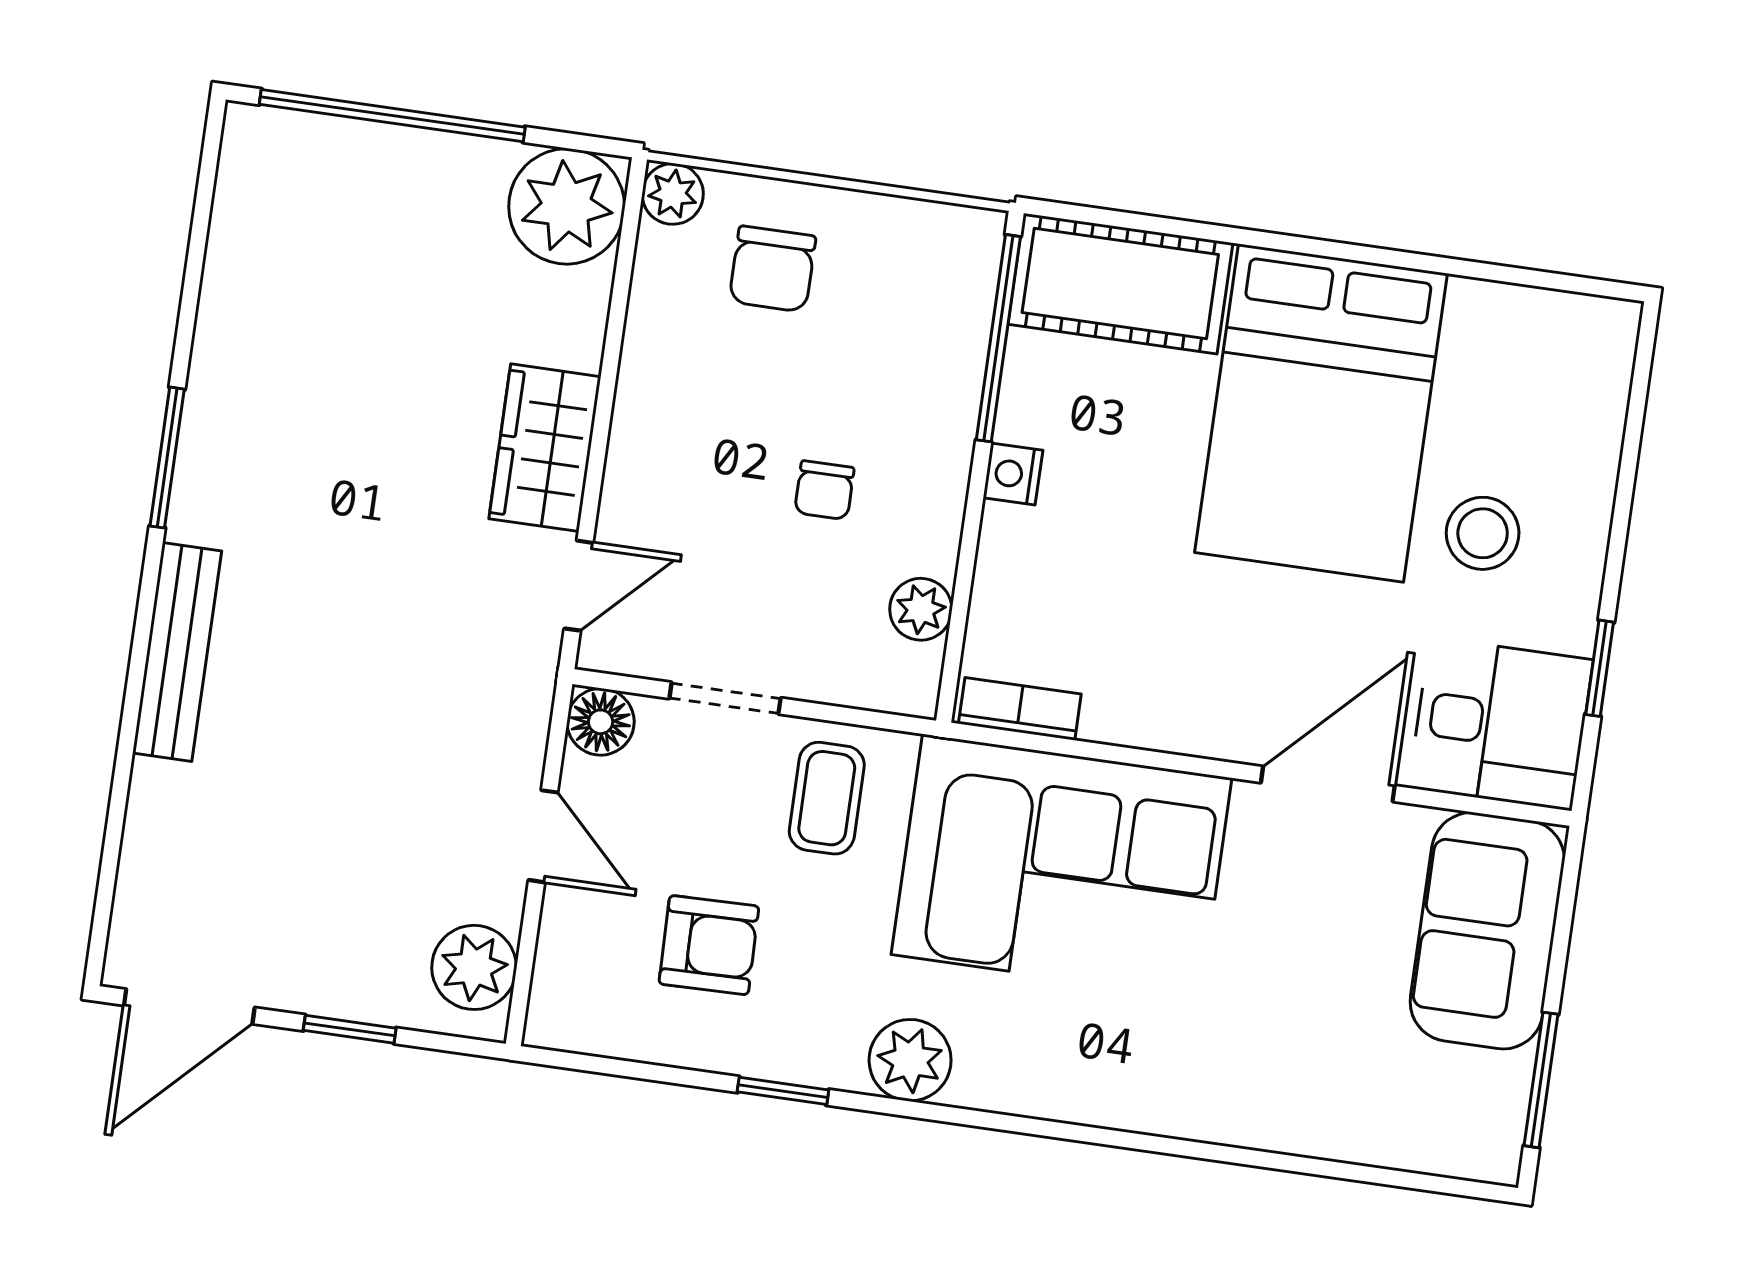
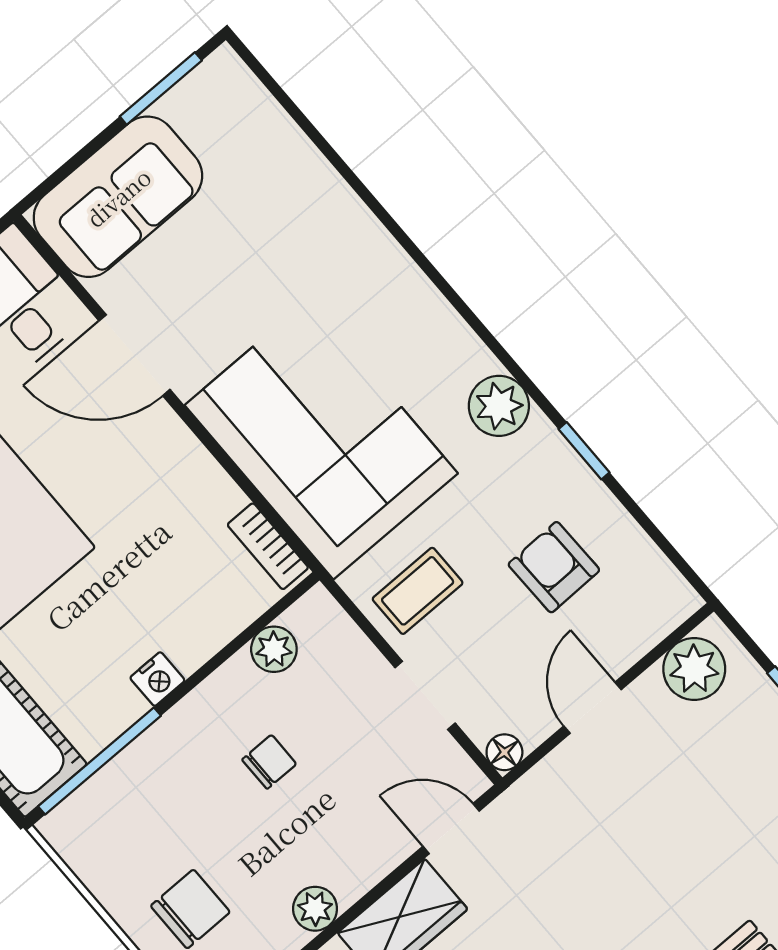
plant: (645, 382) -> (315, 909), added
floor lamp: (601, 722) -> (504, 752), width x0.73, depth x0.73

